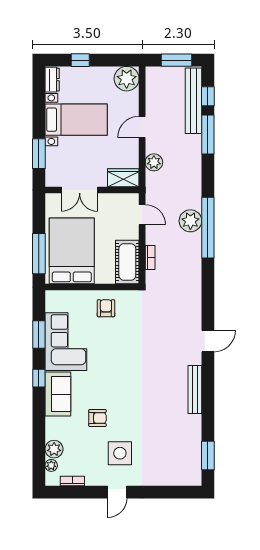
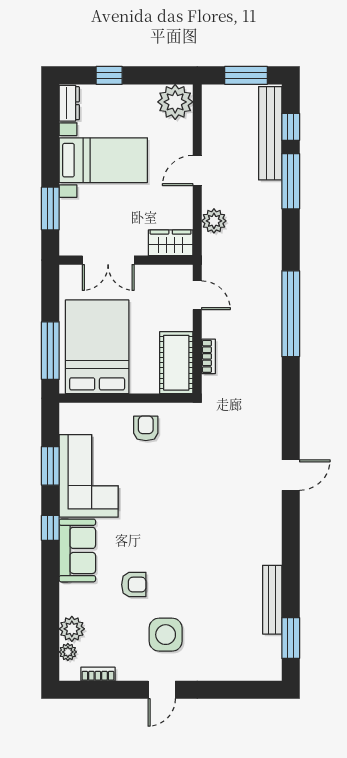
plant: (190, 221) -> (266, 304), removed
bench: (195, 389) -> (272, 600), moved

